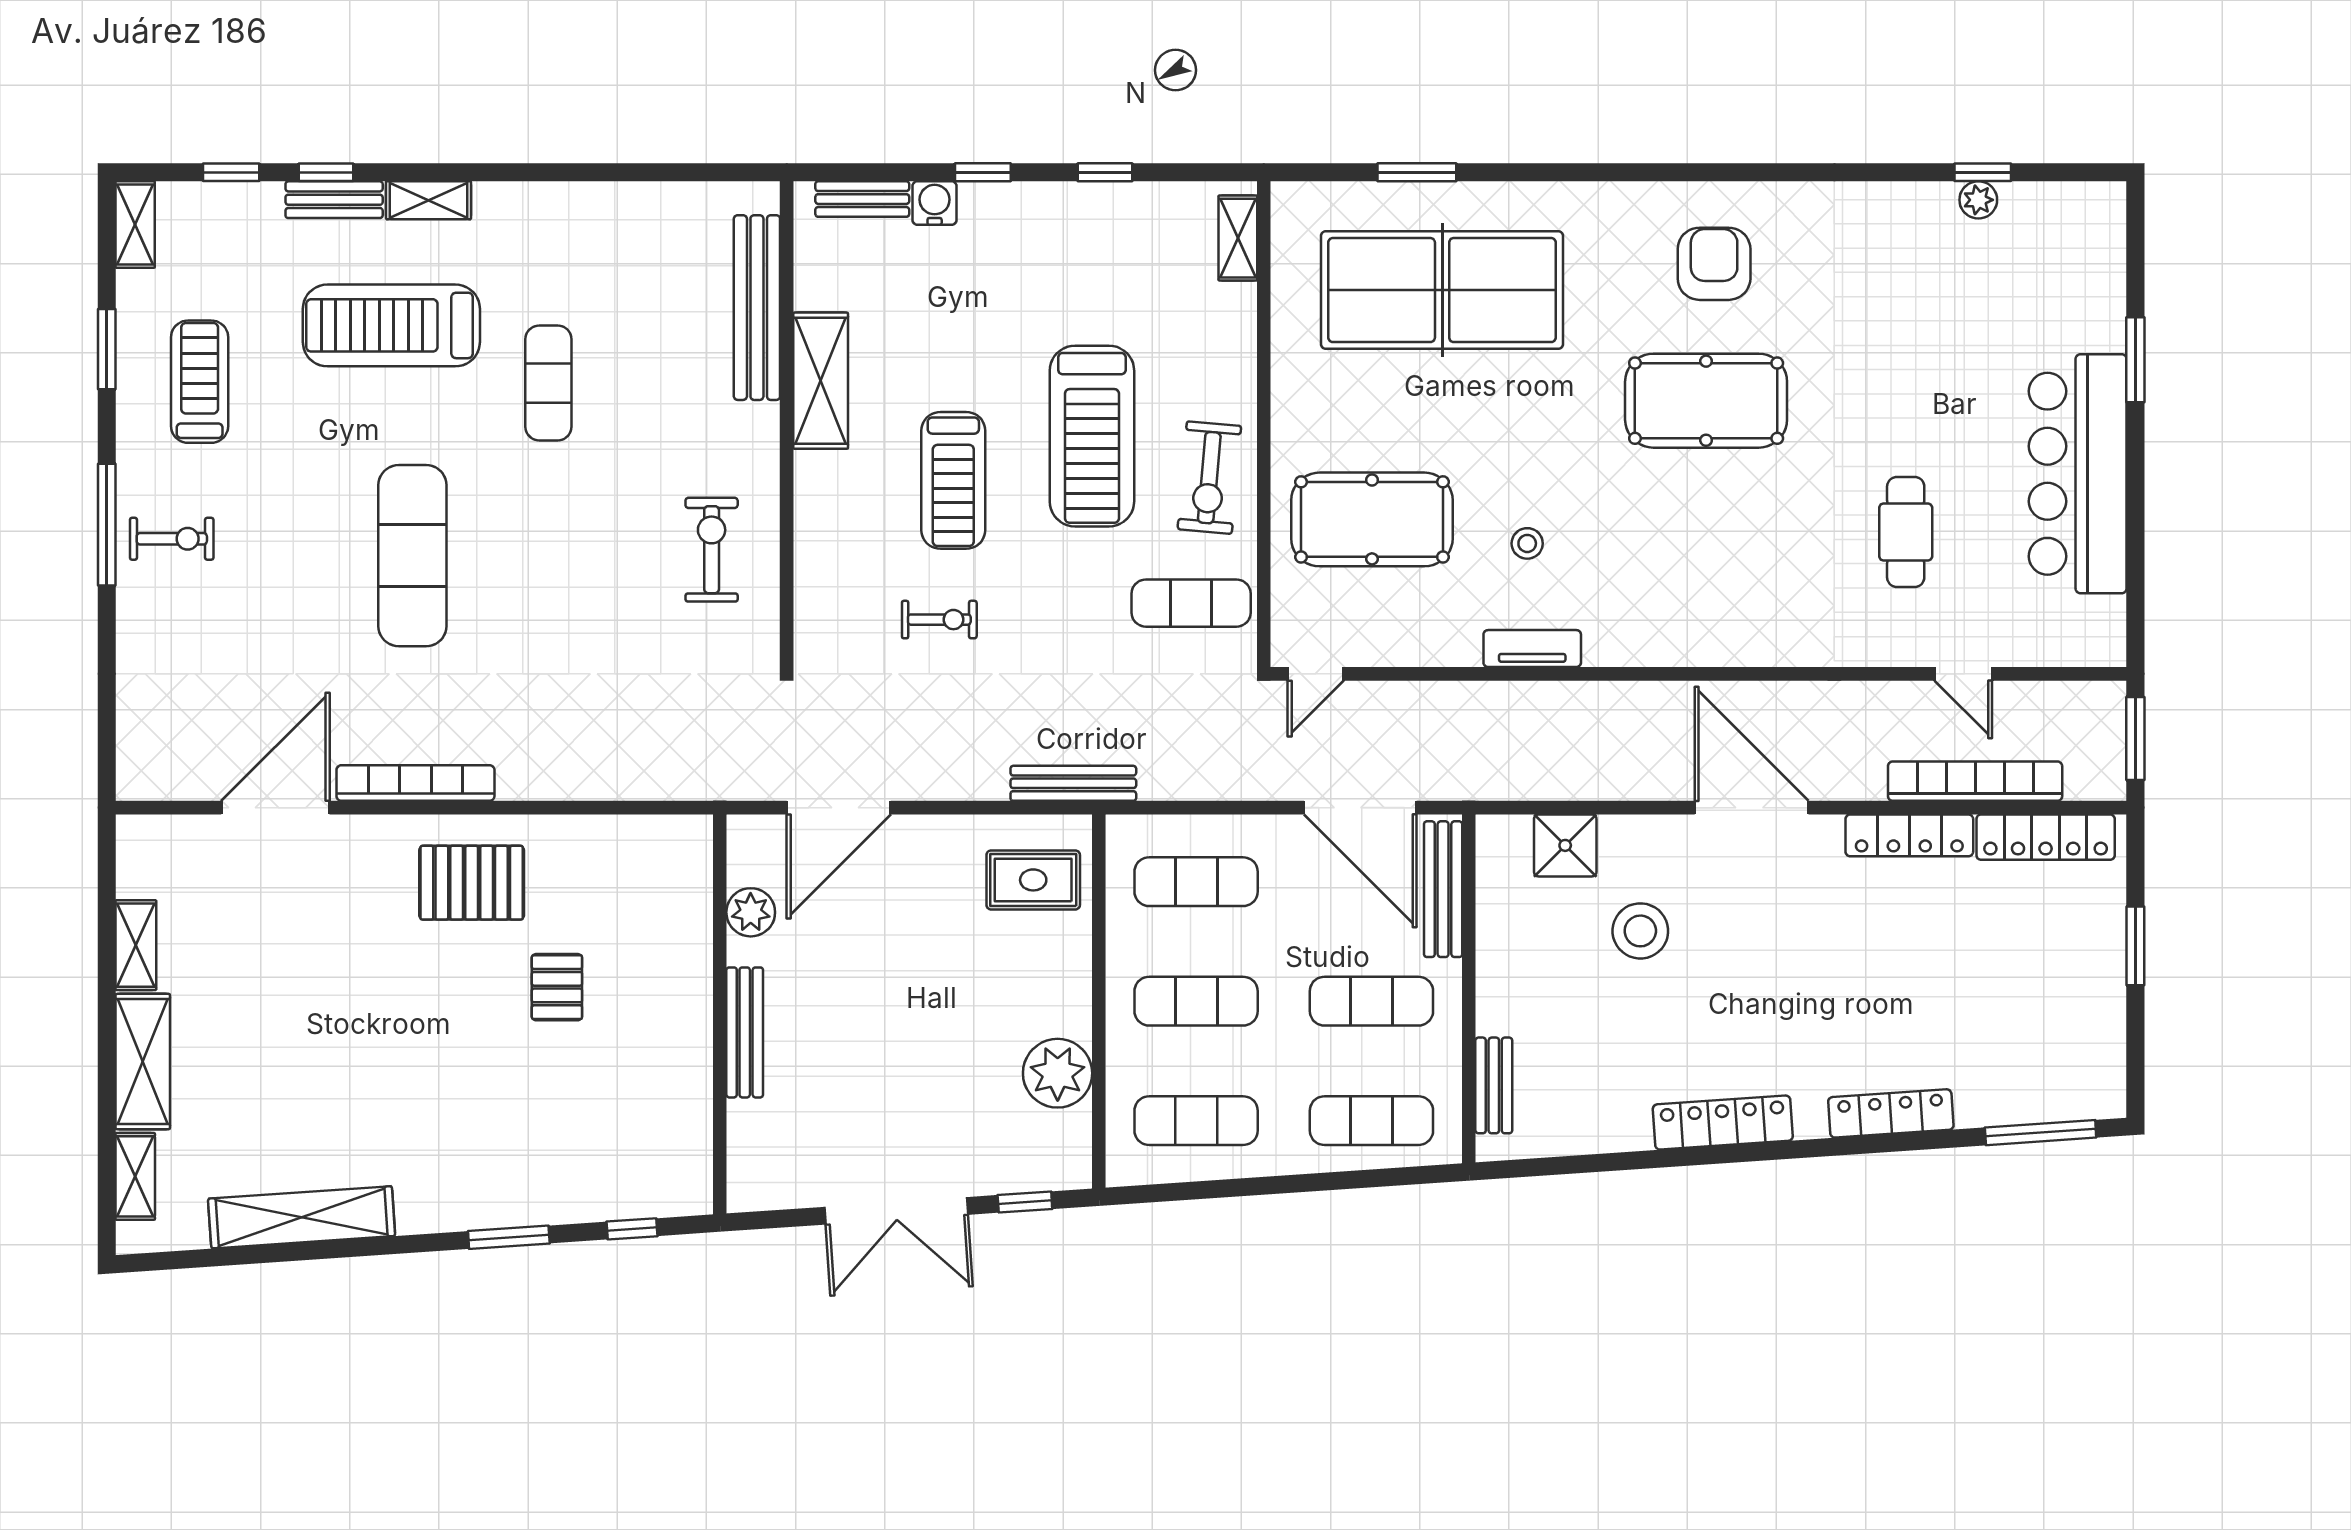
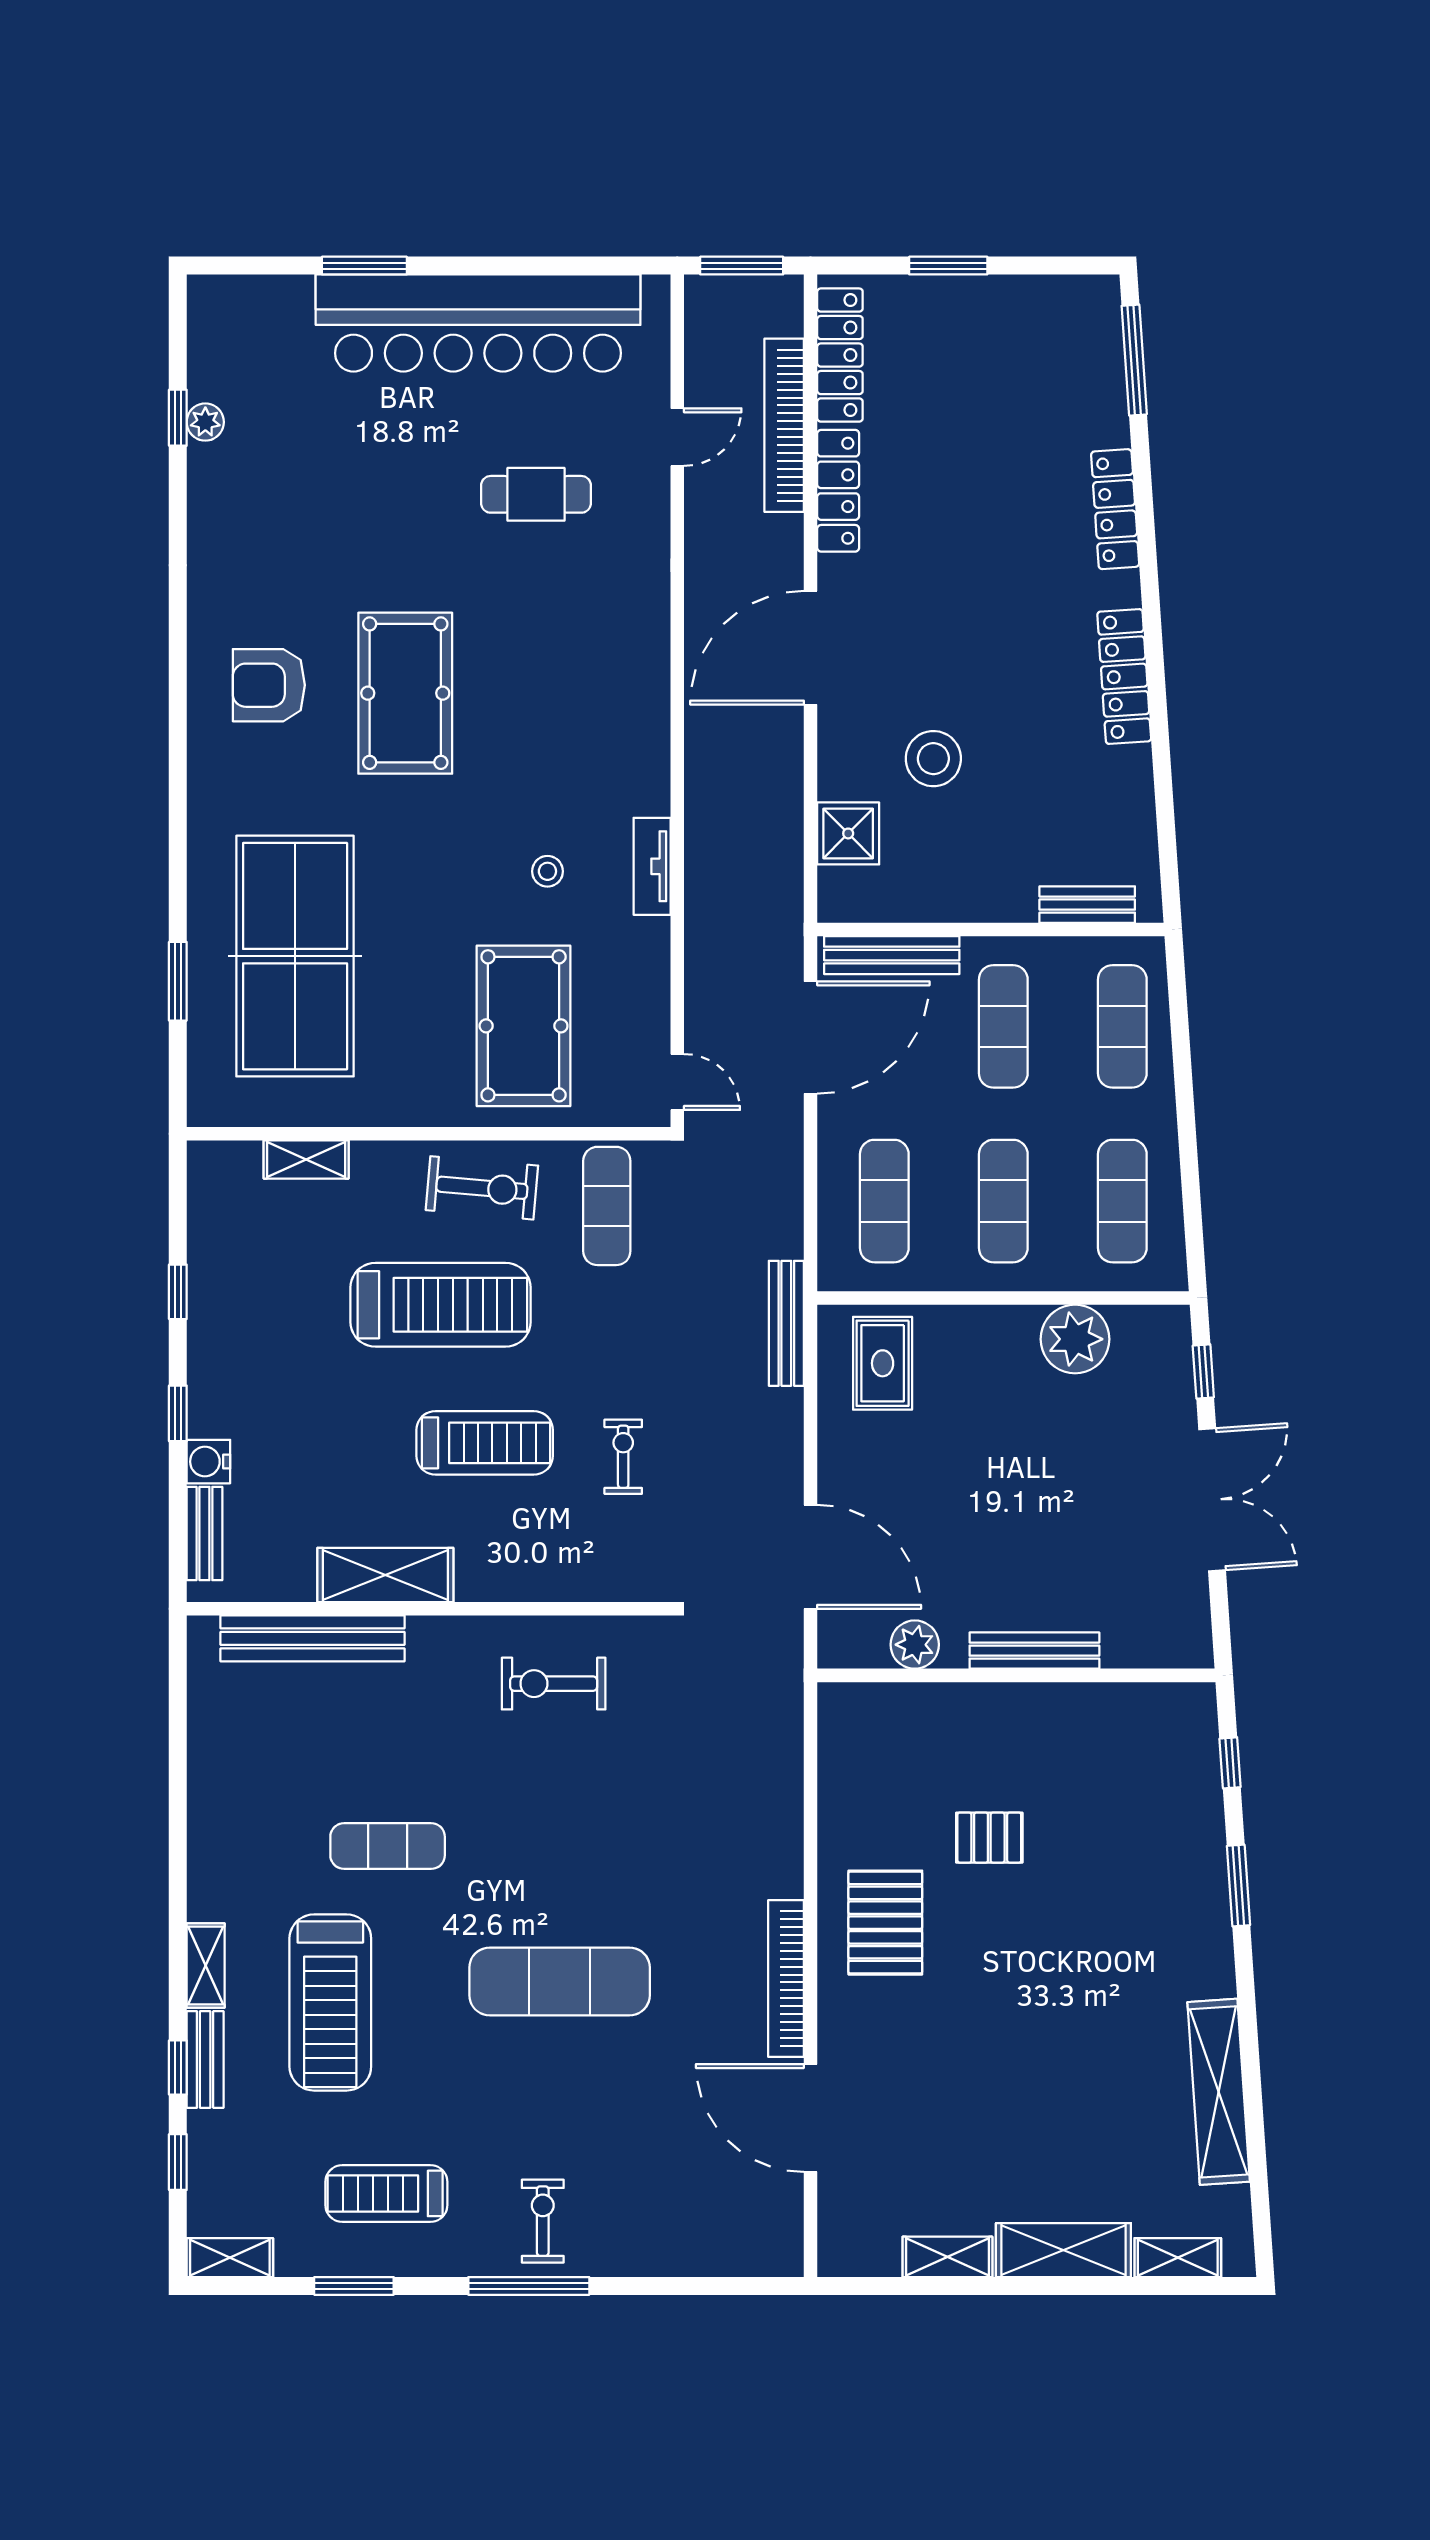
shelving: (1238, 238) -> (306, 1159), moved
bar counter: (2078, 474) -> (478, 323), width x1.36

